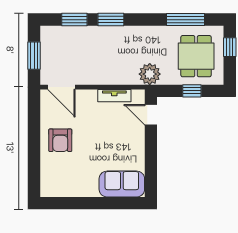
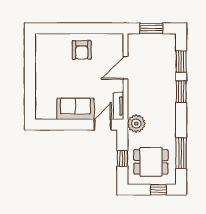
door: (61, 87) -> (126, 68), moved
tv unit: (114, 96) -> (118, 106), moved
armchair: (60, 140) -> (82, 50), turned -90
sofa: (122, 184) -> (75, 109), moved, turned -90

